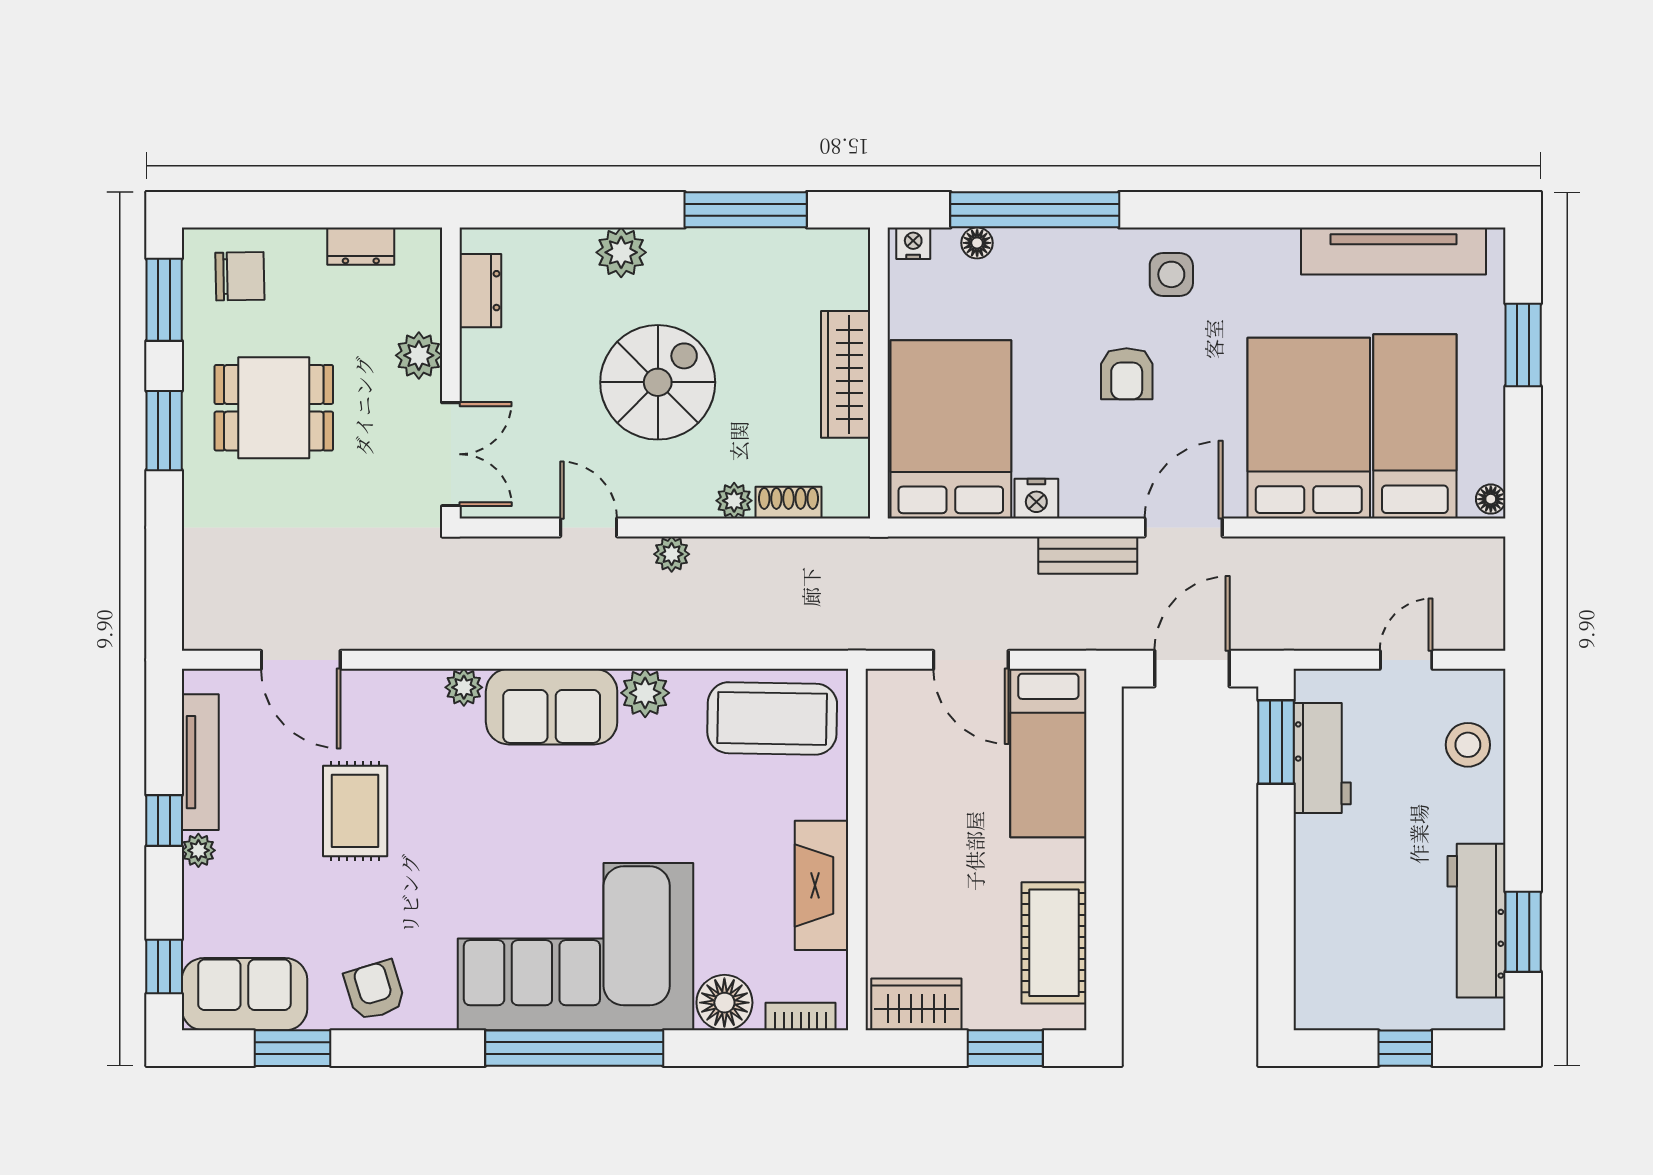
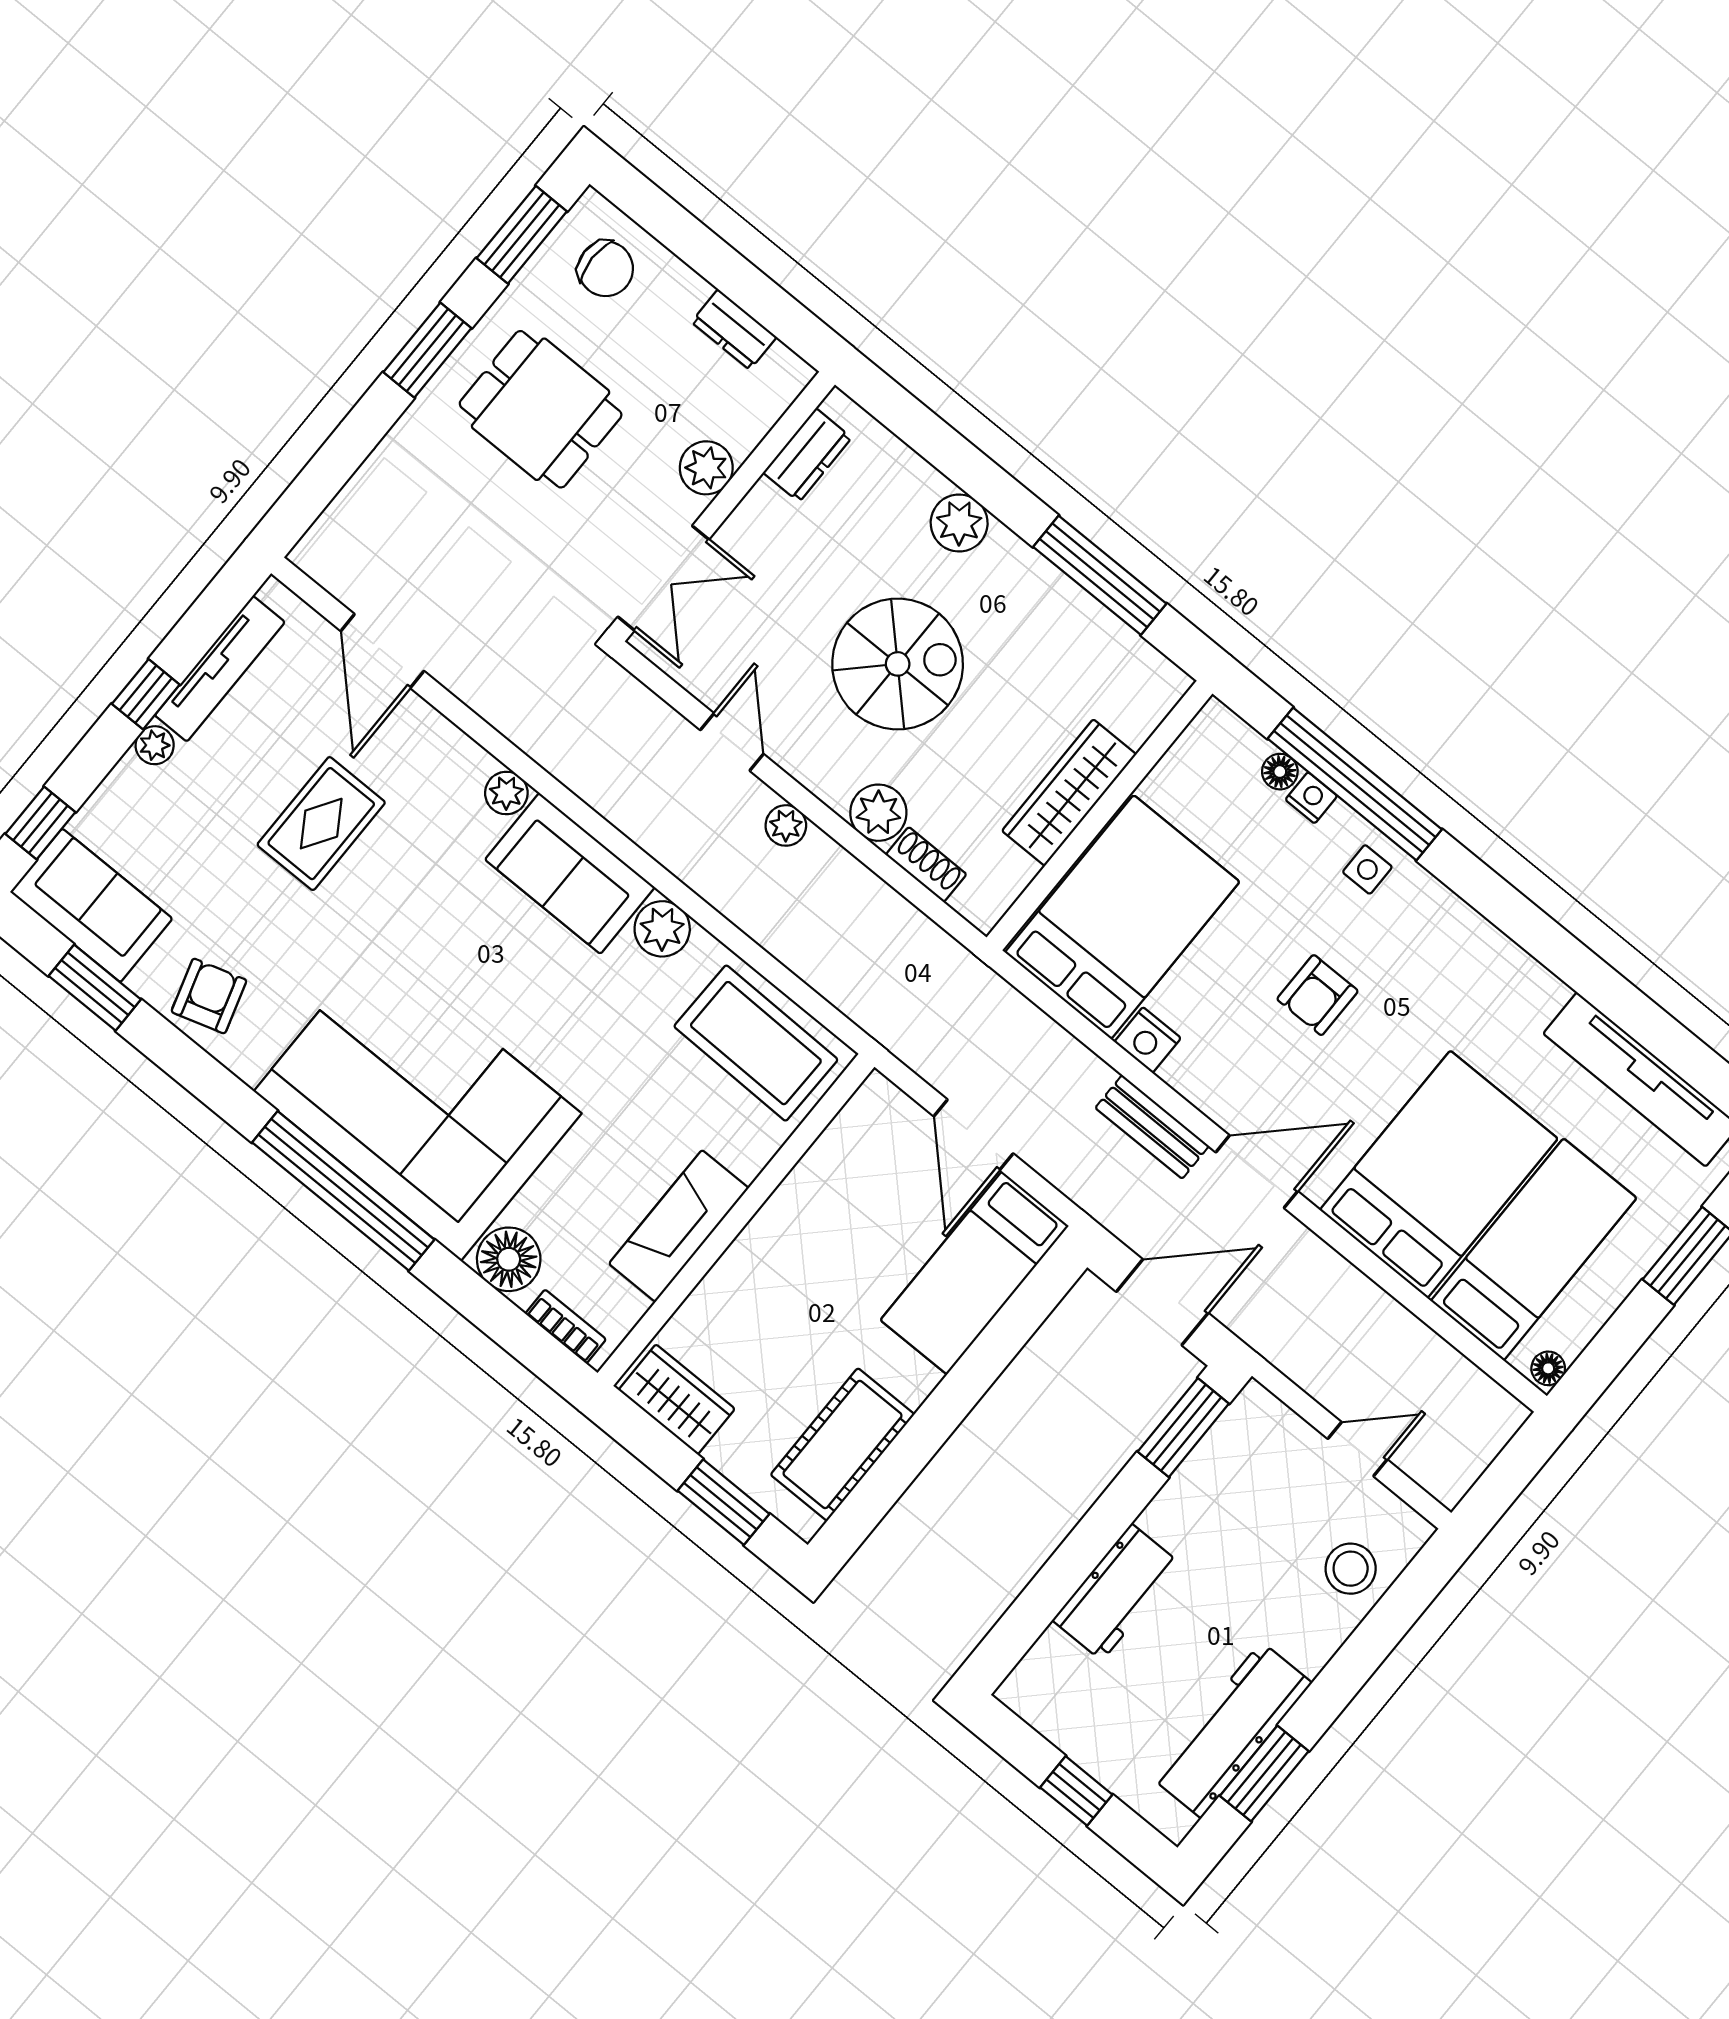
nightstand: (913, 243) -> (1311, 798), moved
side table: (1171, 274) -> (1367, 869), moved, width x0.73, depth x0.73
plant: (734, 501) -> (878, 813), width x1.38, depth x1.38
workbench: (1322, 758) -> (1117, 1592), moved

